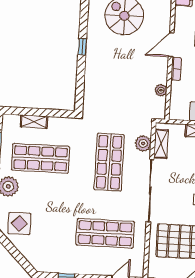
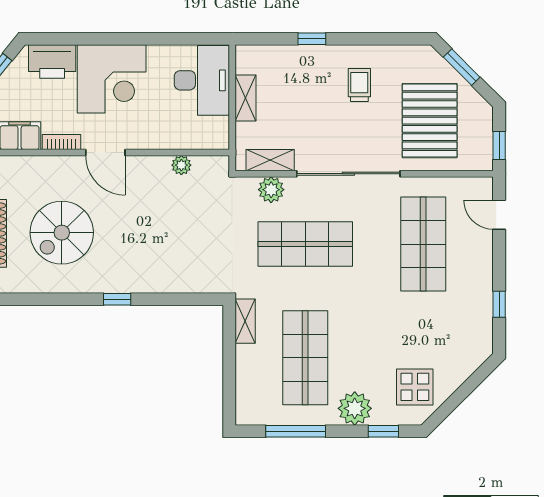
bookcase: (176, 69) -> (62, 142), moved
shelving: (34, 122) -> (245, 321), moved

